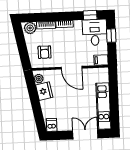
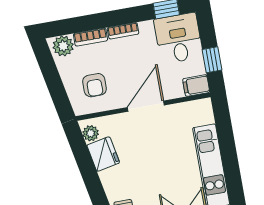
window: (111, 36) -> (212, 60), moved
door: (72, 68) -> (146, 106), swing flipped

